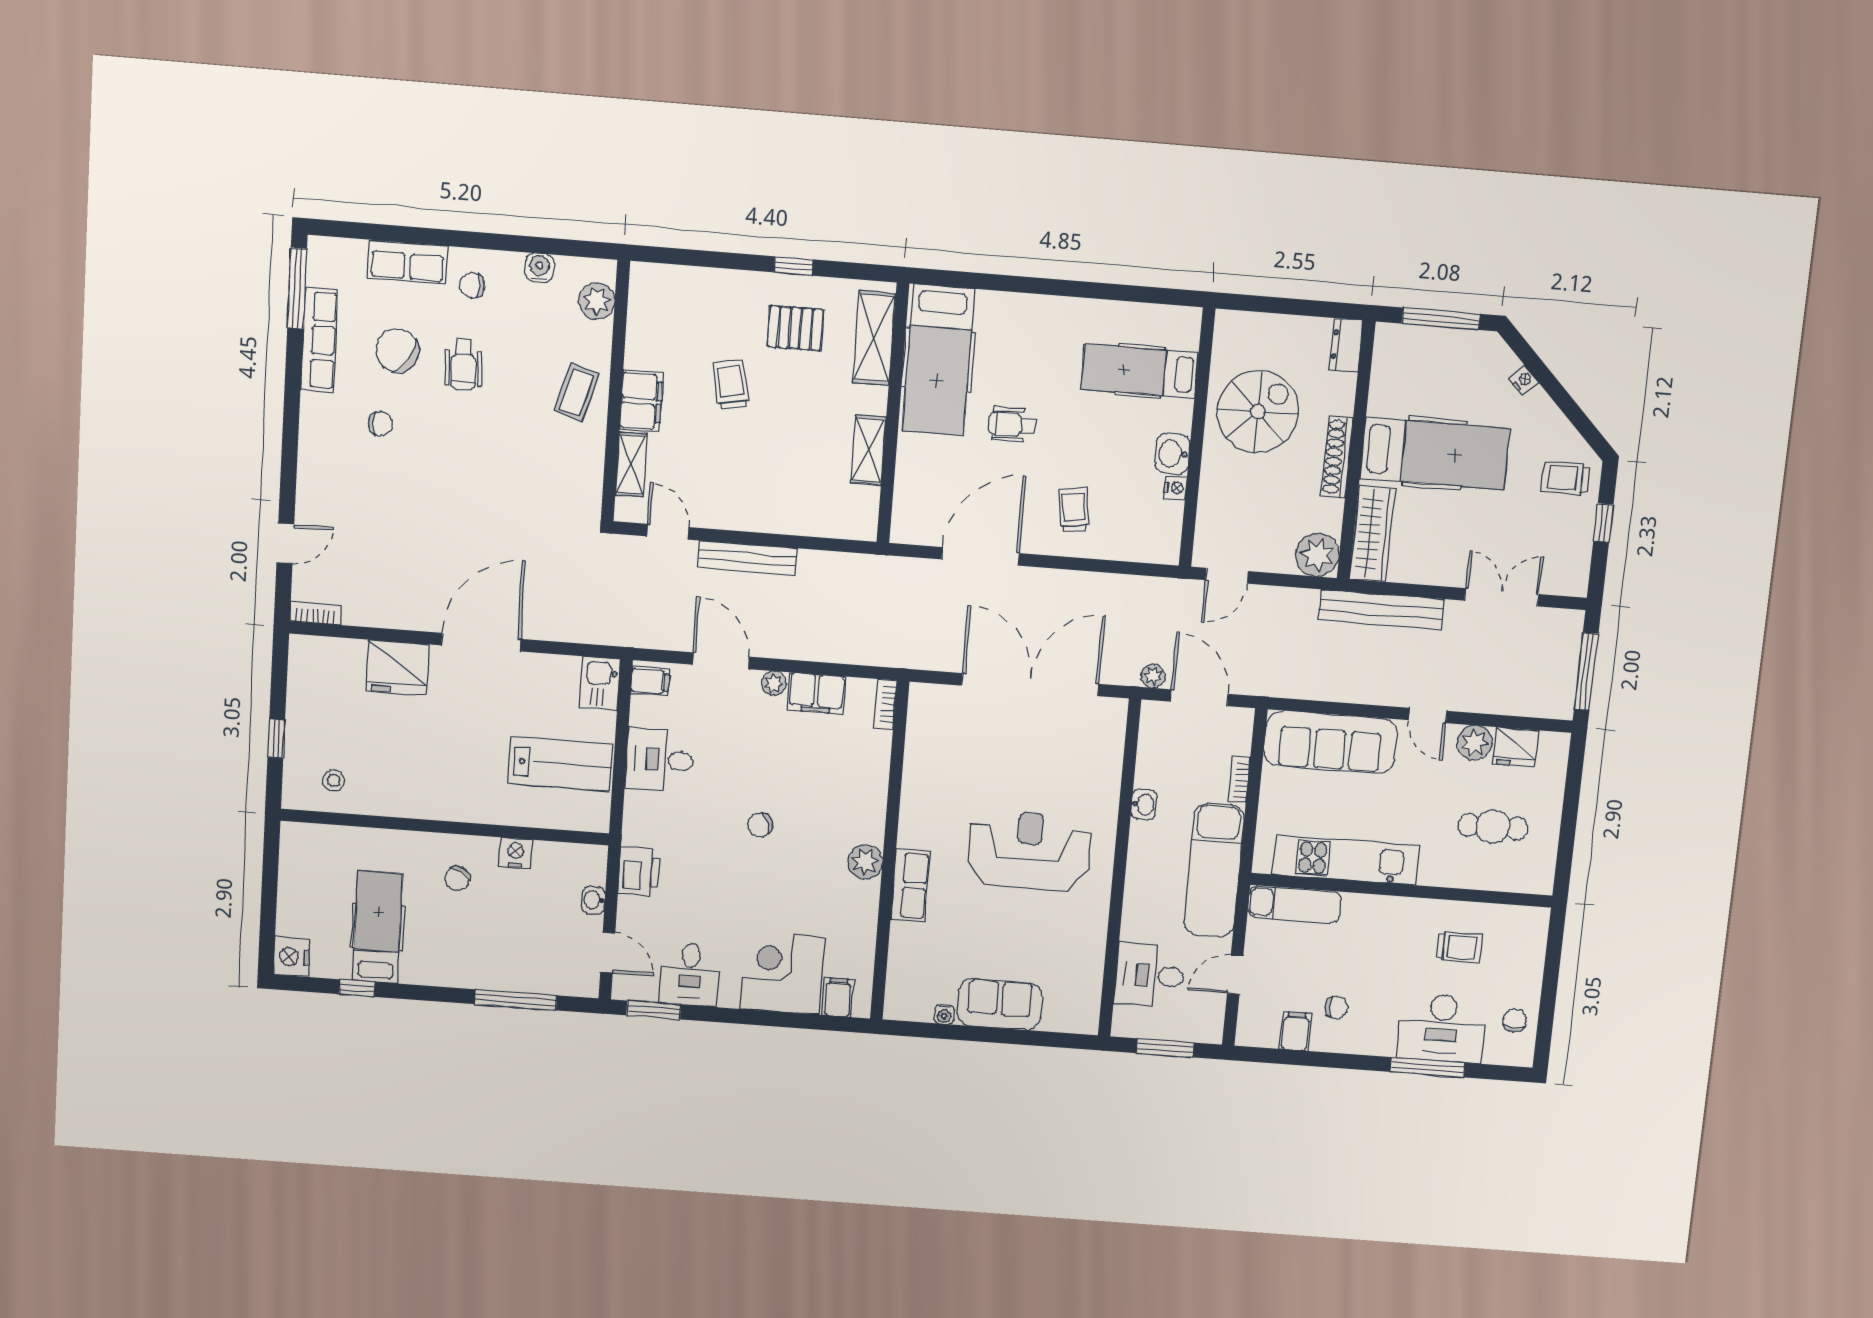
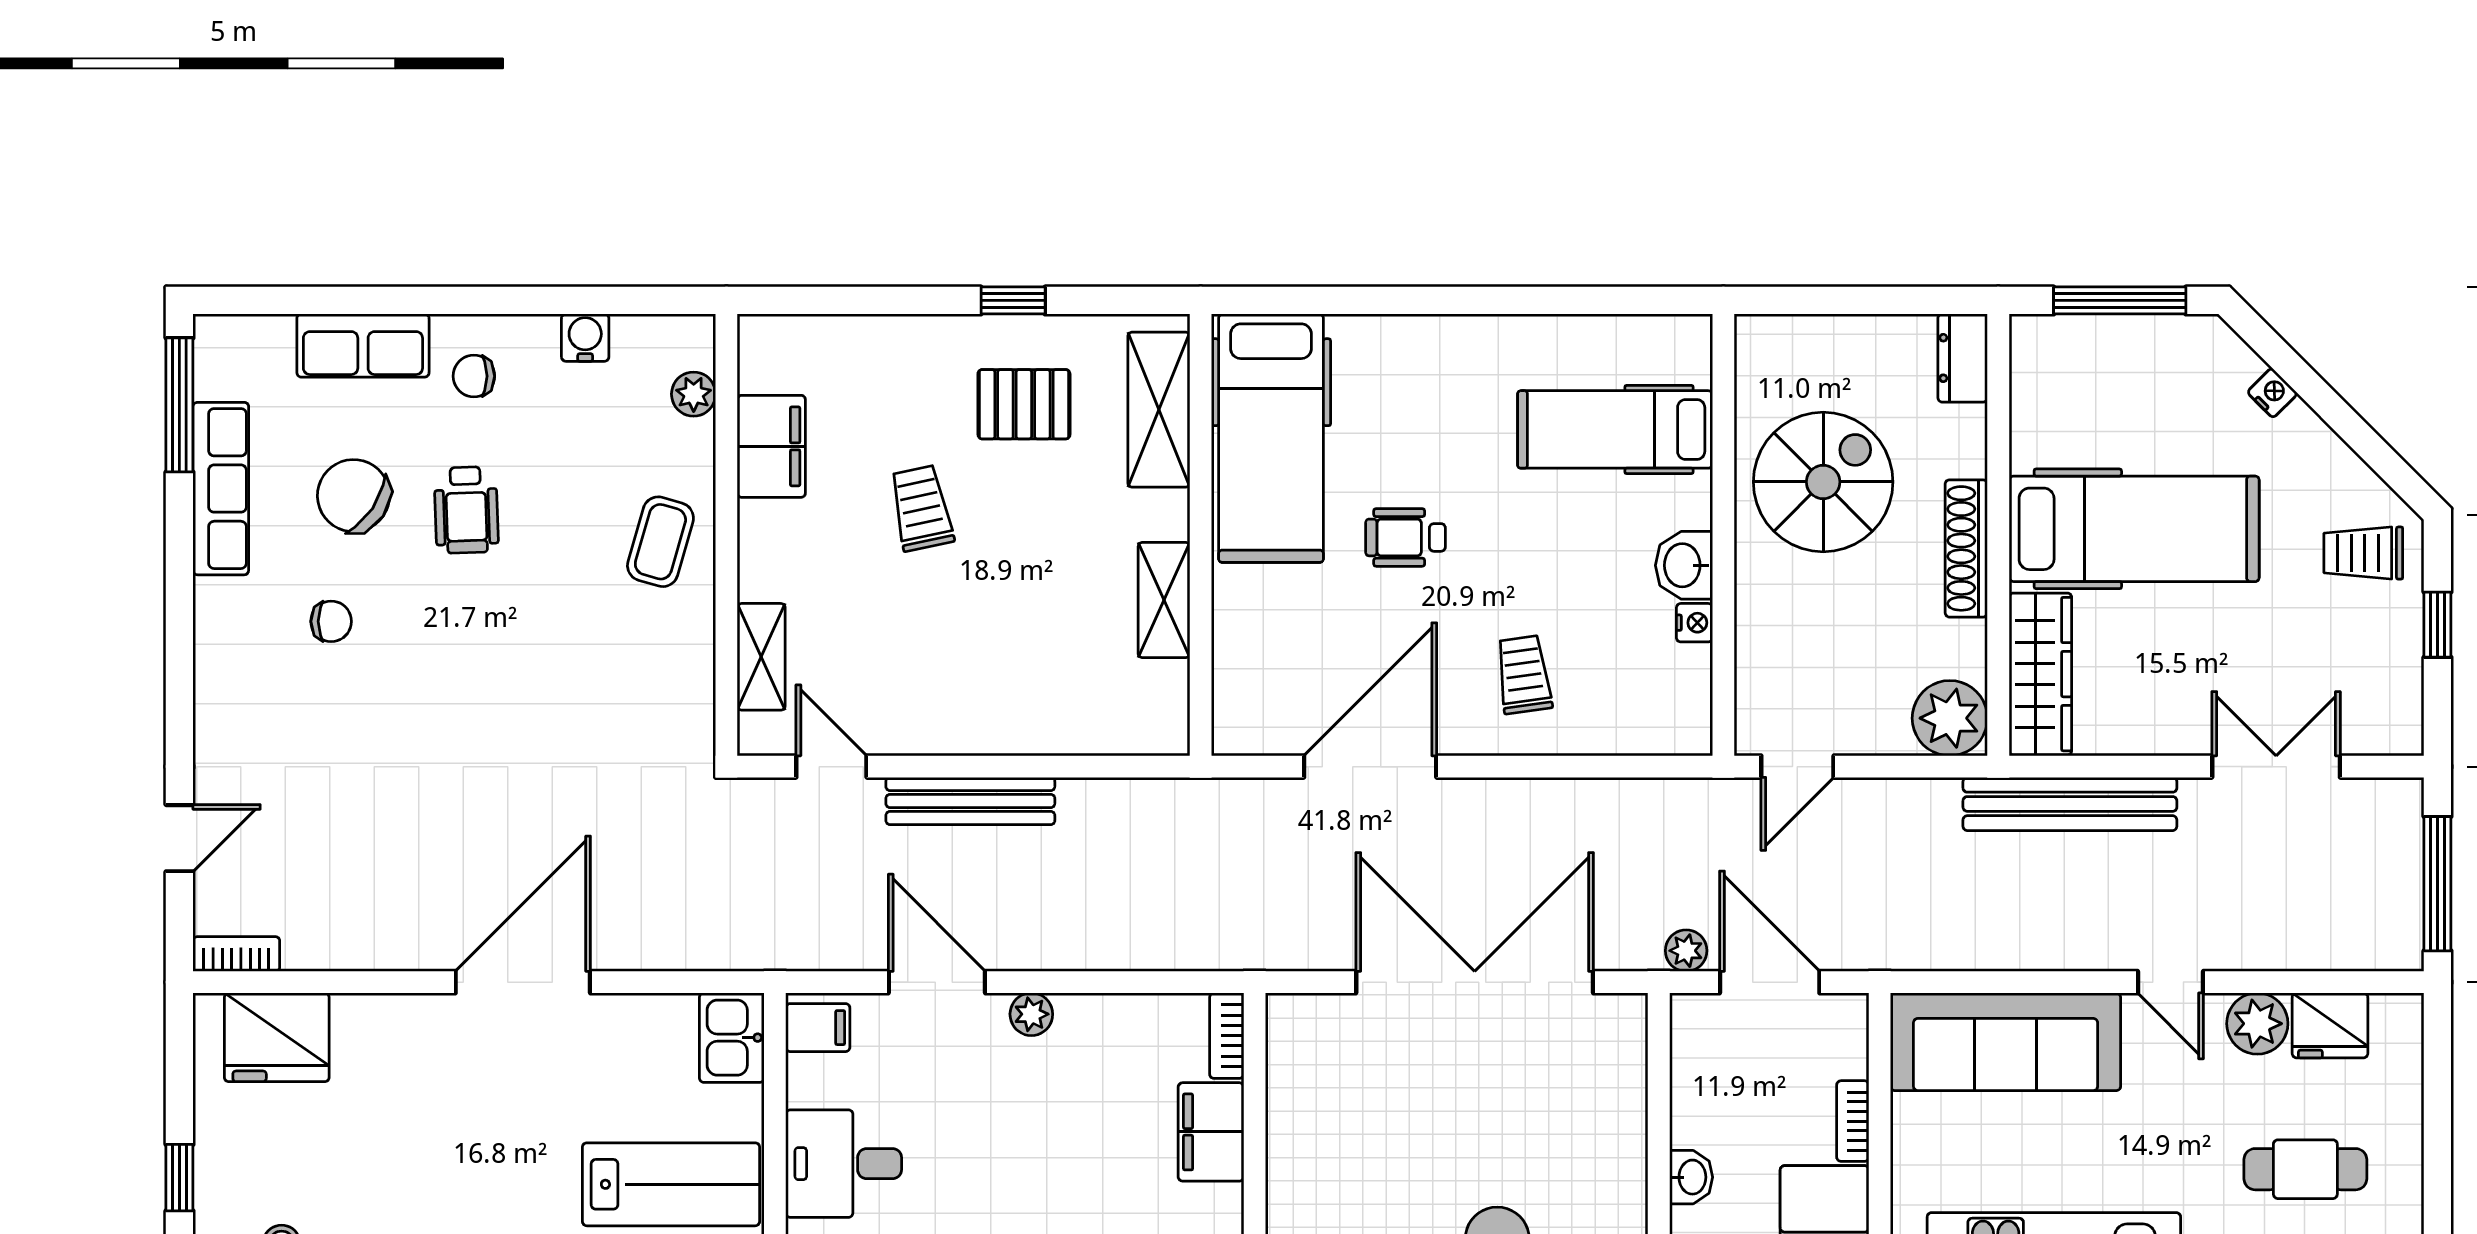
plant: (597, 301) -> (694, 394), width x0.73, depth x0.73
filing cabinet: (641, 401) -> (771, 446), moved
fridge: (398, 667) -> (277, 1037), moved
filing cabinet: (816, 693) -> (1211, 1132), moved, turned 90

